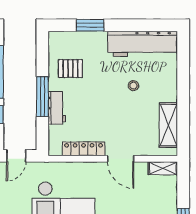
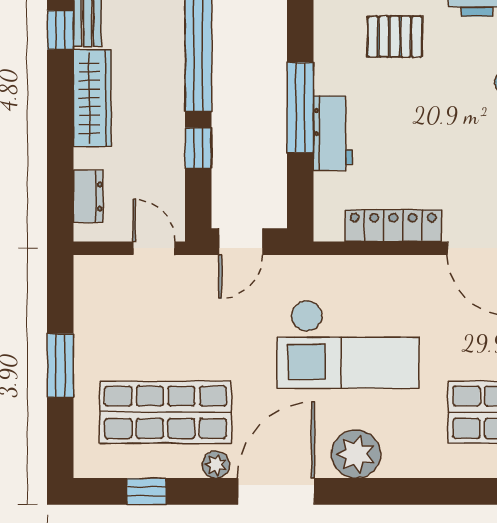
pallet: (70, 69) -> (395, 37), moved

